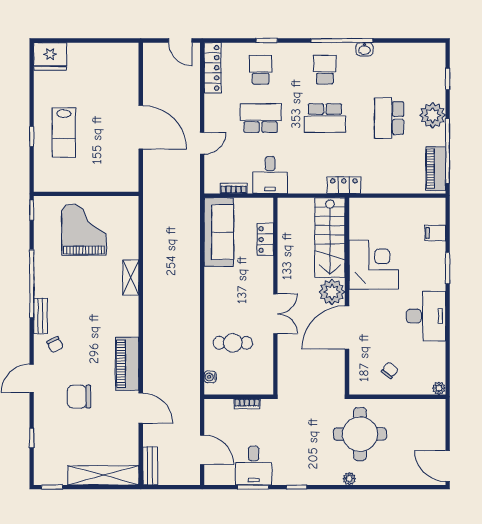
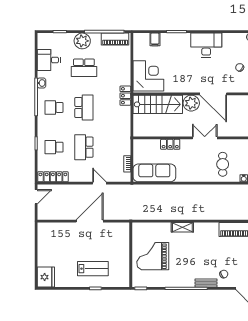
desk: (270, 175) -> (49, 60), moved, turned 180
locker: (265, 240) -> (170, 144), moved
corner desk: (374, 265) -> (148, 76), moved, turned 90

